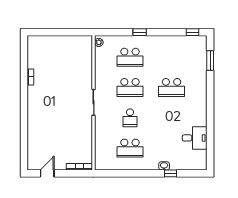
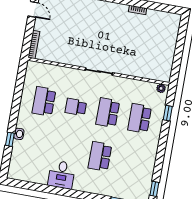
window: (140, 32) -> (168, 113), moved
desk: (195, 138) -> (62, 175), moved

